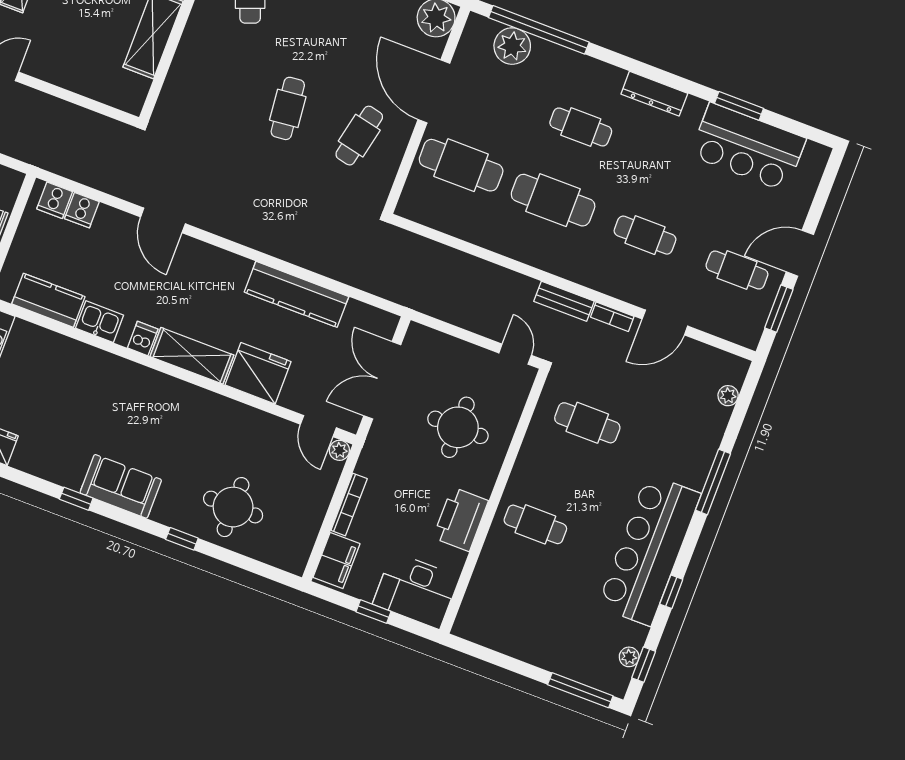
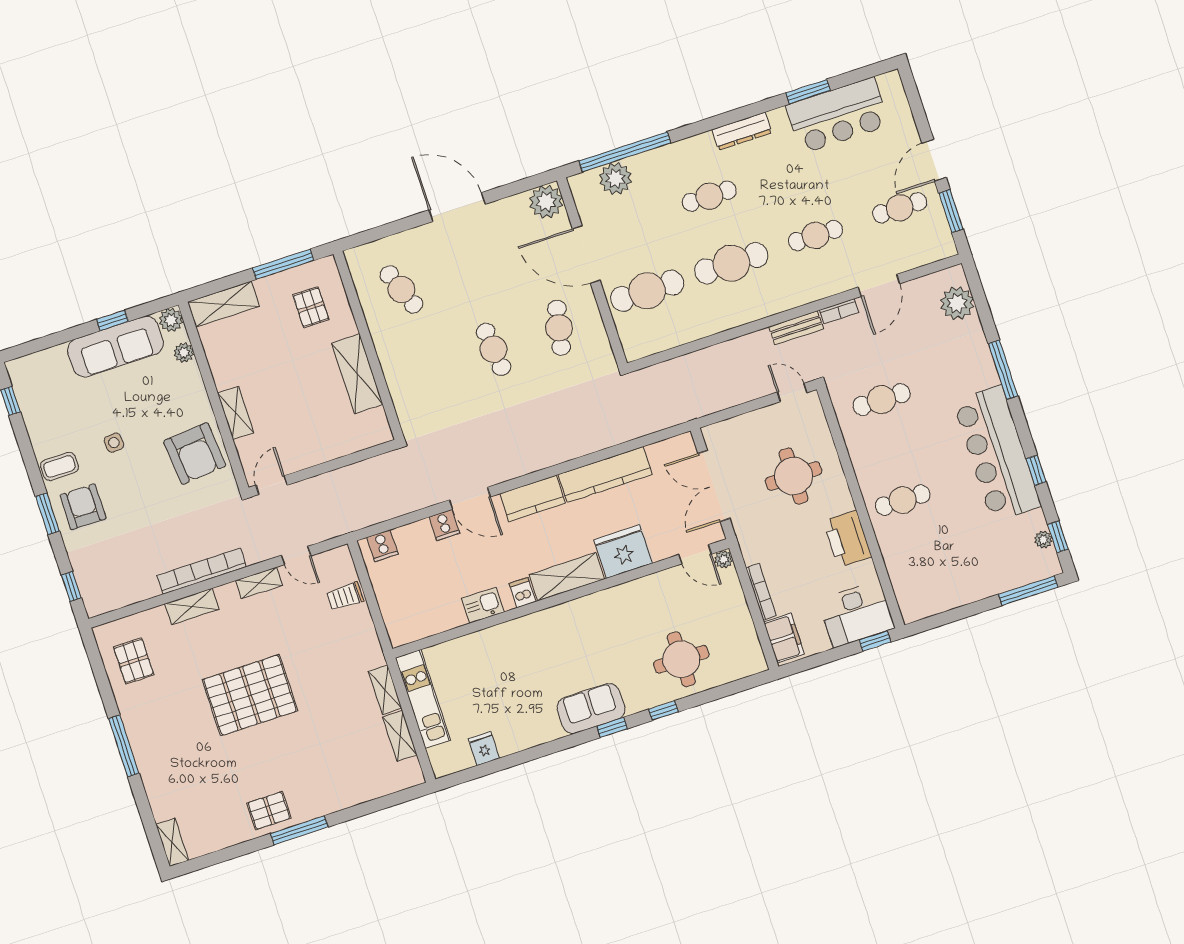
cooker: (82, 210) -> (444, 525), moved
kitchen counter: (48, 300) -> (533, 498), moved, turned 180
plant: (728, 396) -> (957, 303), width x1.88, depth x1.88
window: (76, 499) -> (612, 727), moved
window: (373, 612) -> (875, 641), moved

